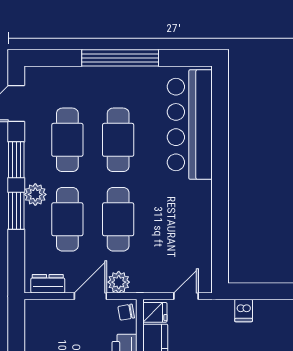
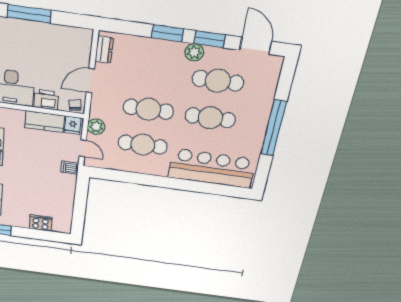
plant: (35, 194) -> (194, 52), moved
cafe table: (67, 219) -> (143, 145), moved
plant: (119, 282) -> (96, 127), moved
door: (90, 296) -> (90, 81), swing flipped
dishwasher: (244, 311) -> (70, 168), moved

